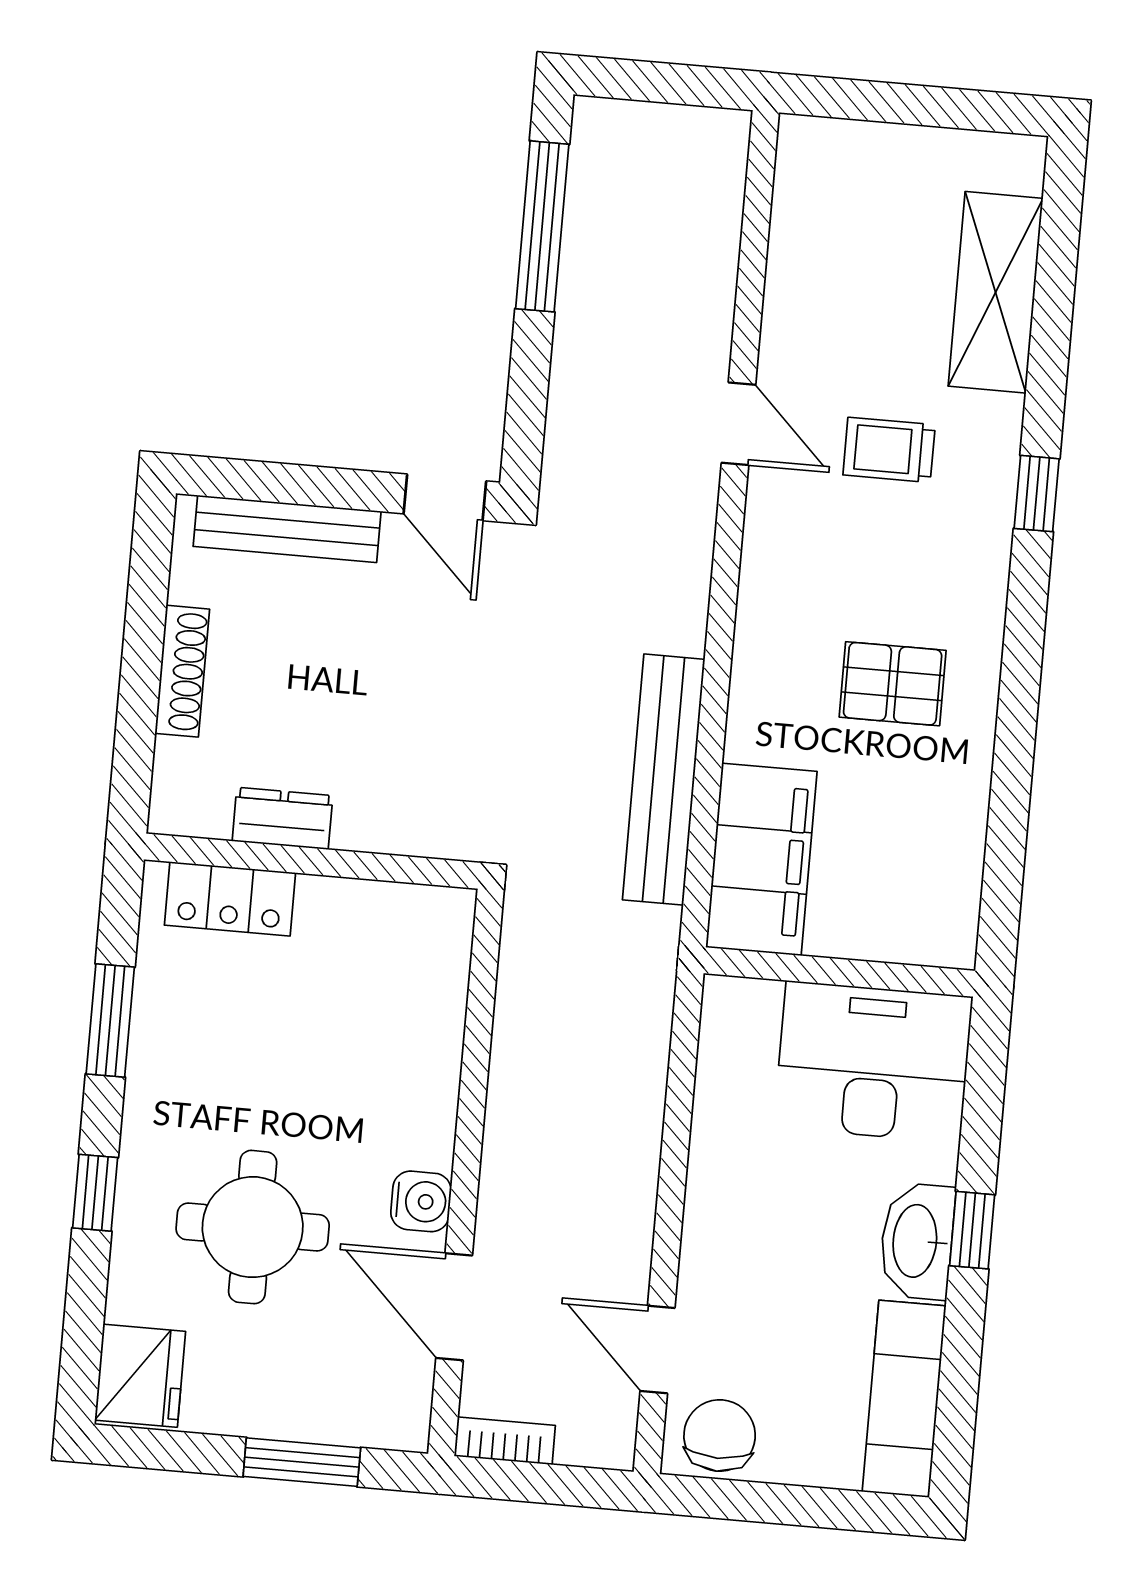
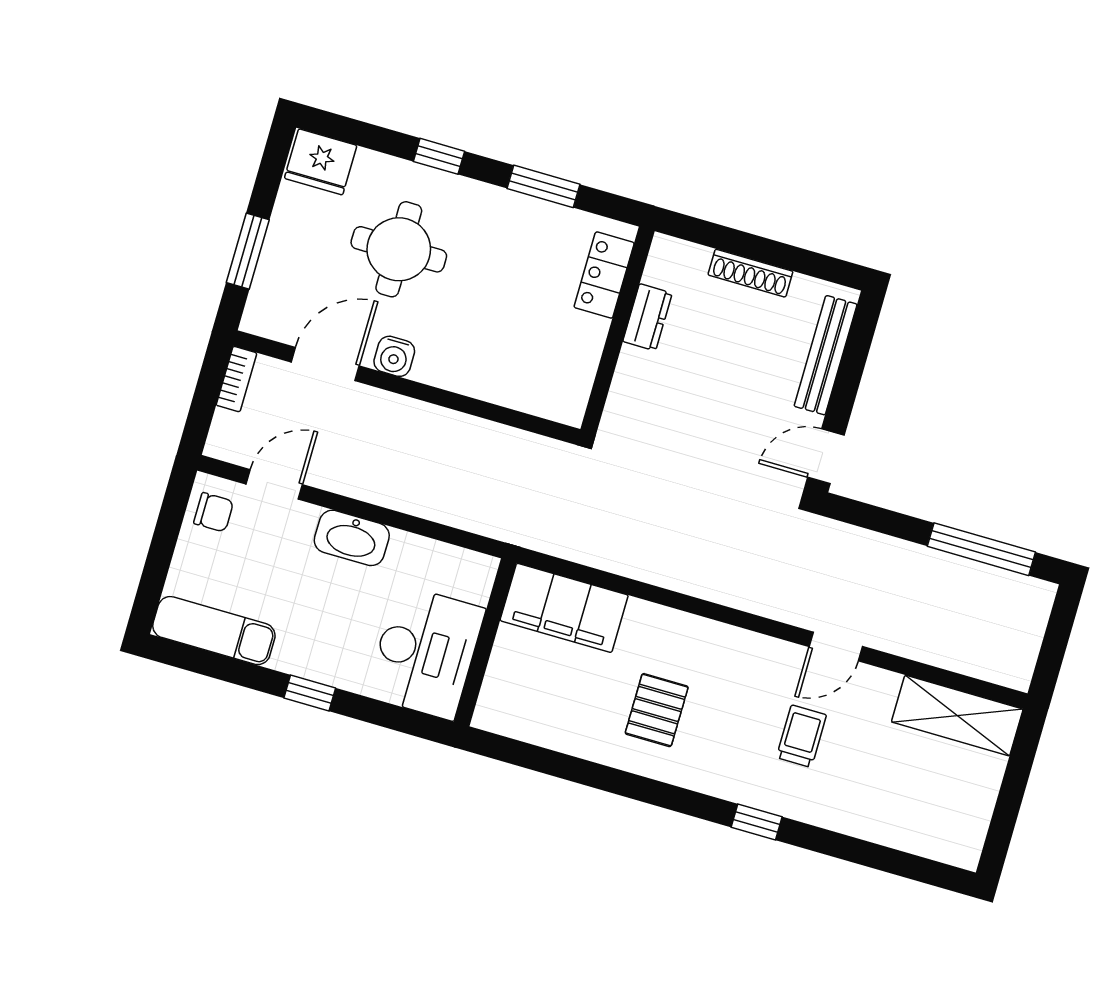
shelving: (996, 292) -> (957, 716), moved
bench: (664, 780) -> (625, 557), removed
washbasin: (917, 1241) -> (352, 538), moved, turned 180
chair: (720, 1436) -> (214, 512), width x0.73, depth x0.73

